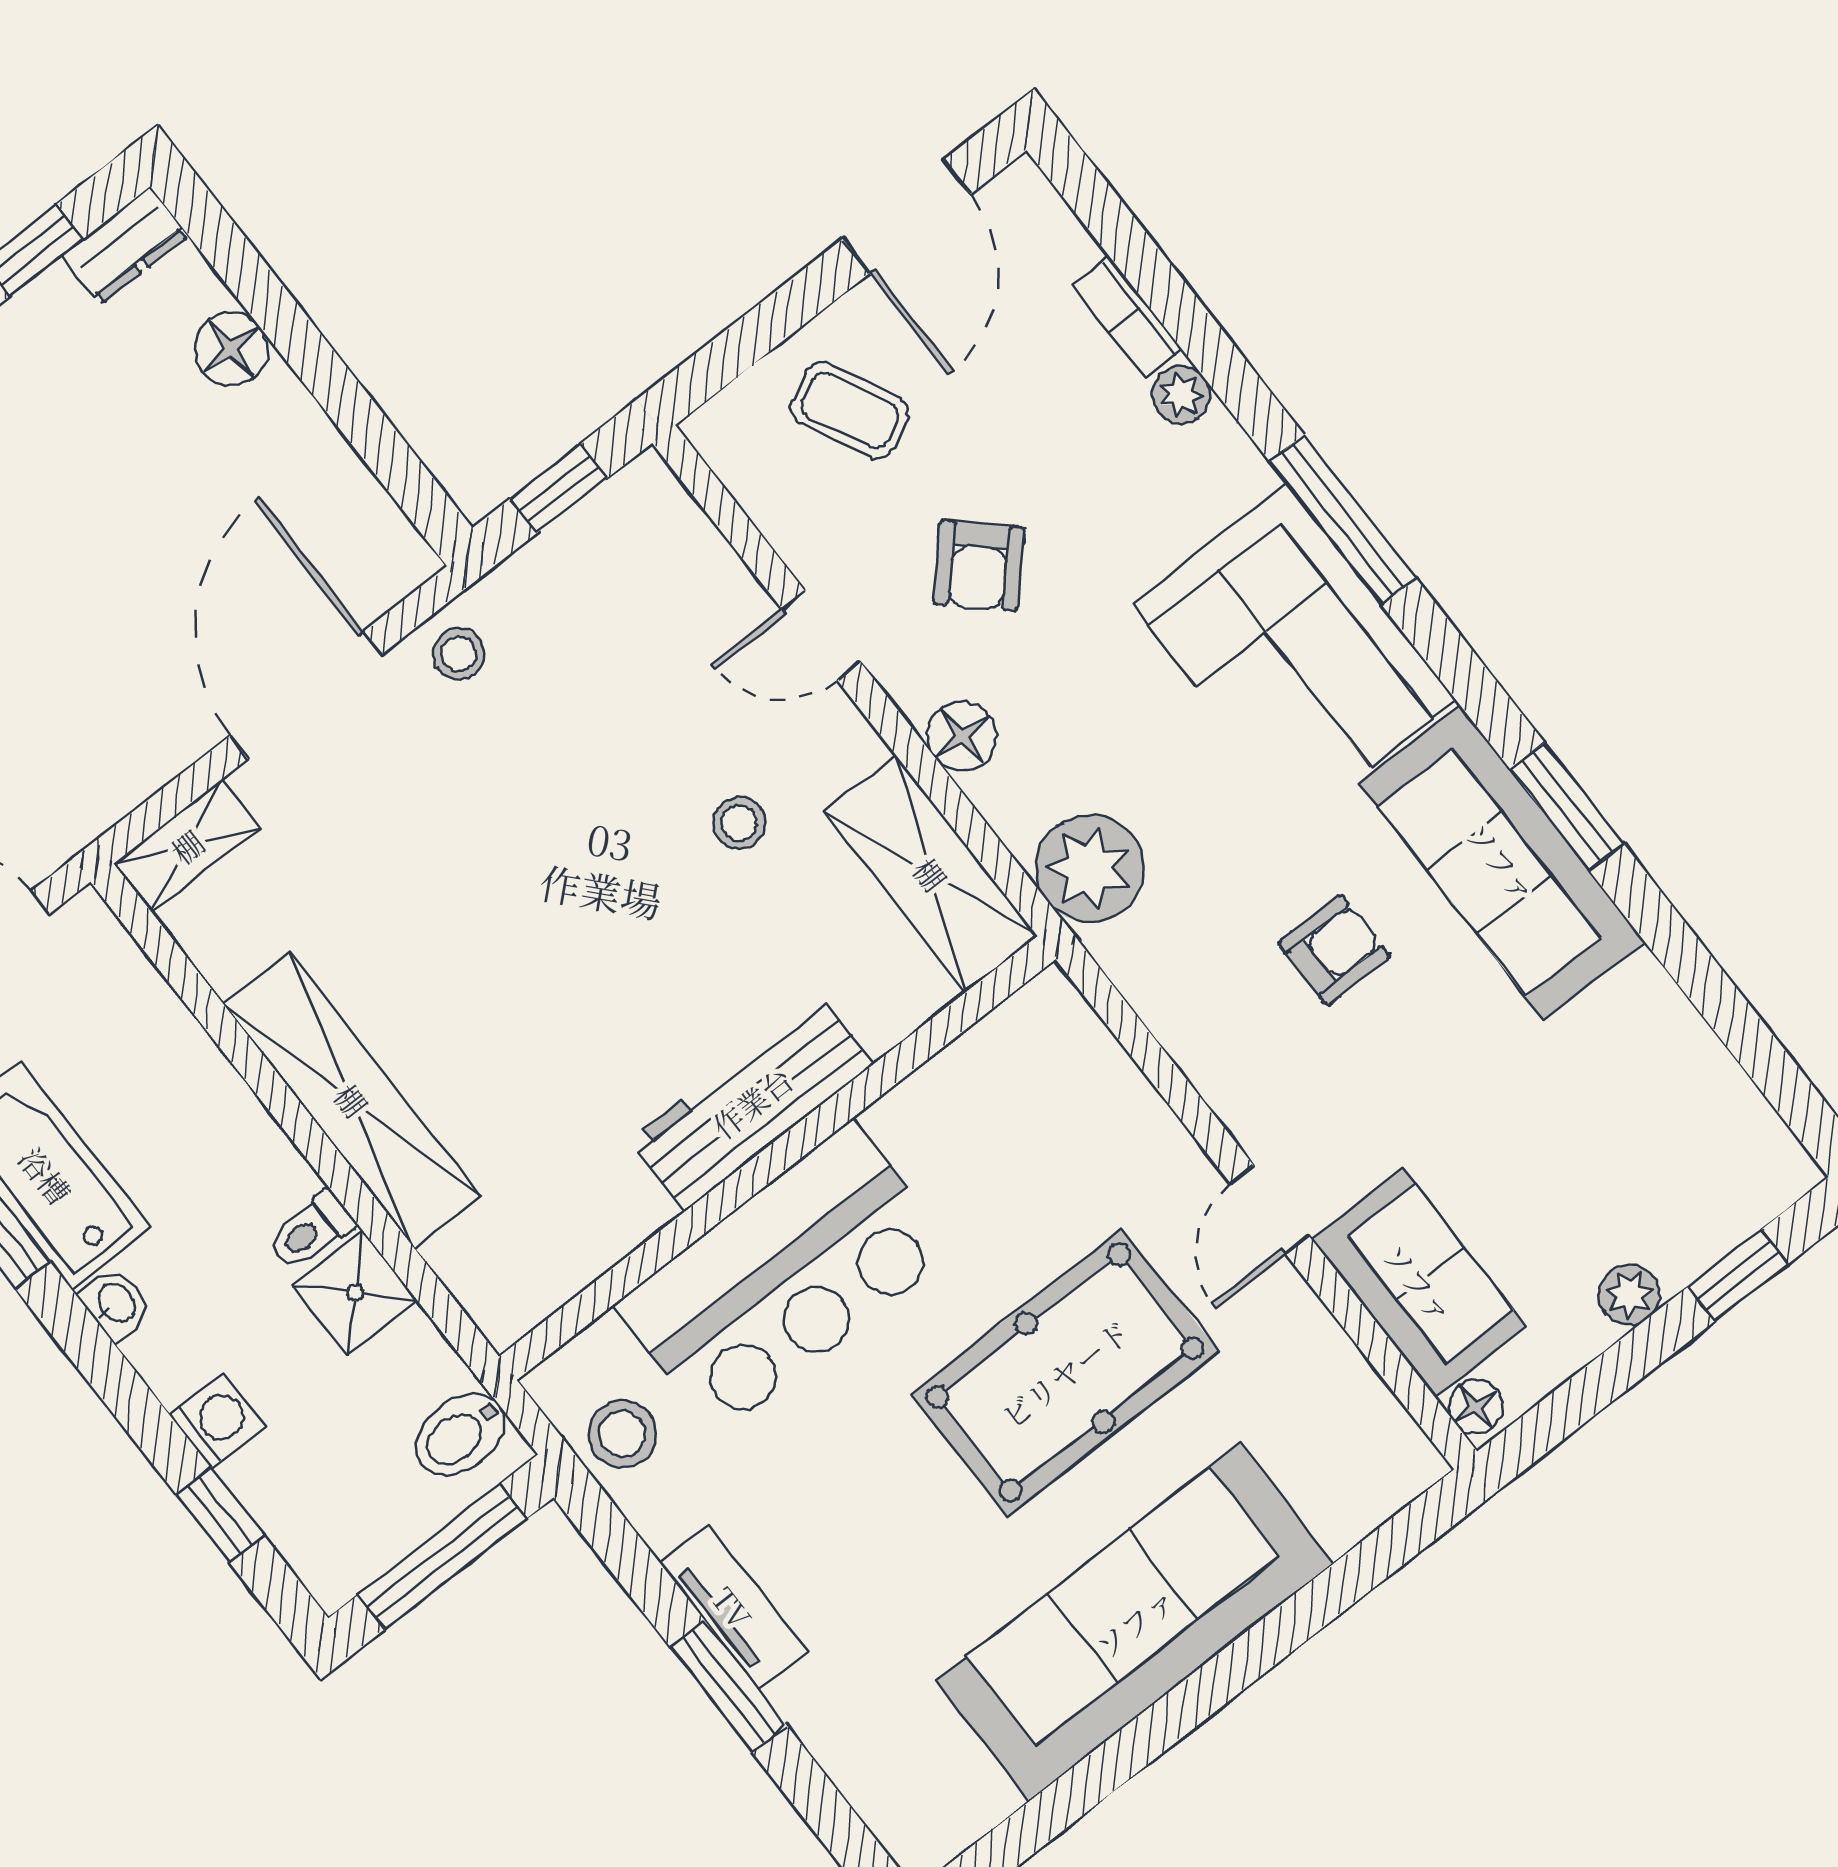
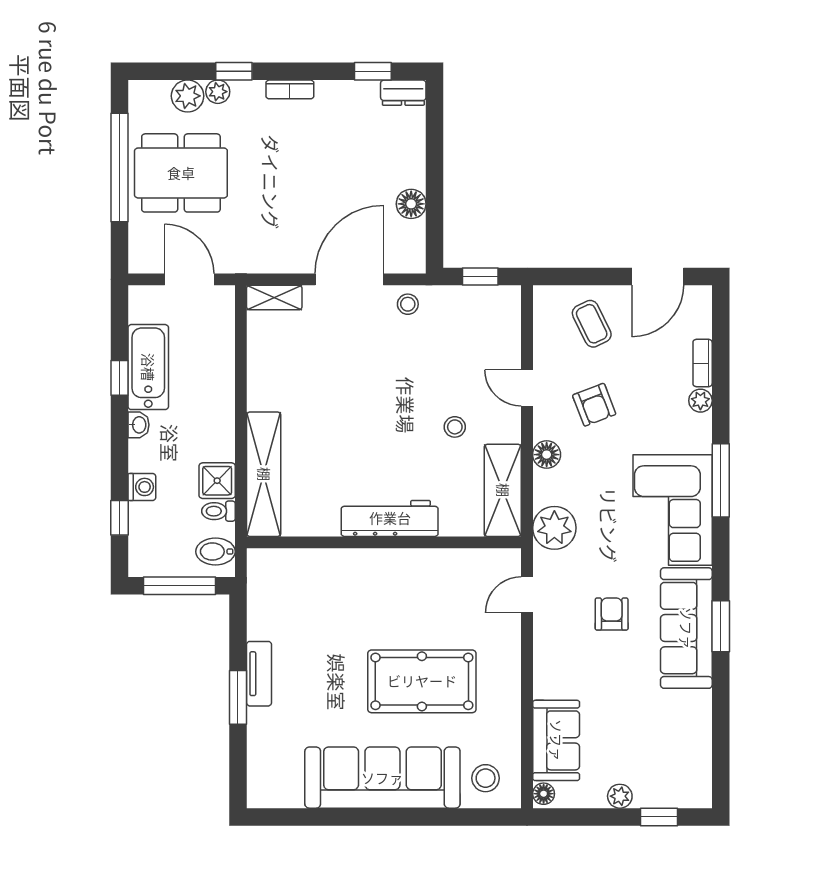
floor lamp: (231, 349) -> (411, 204), moved
armchair: (979, 566) -> (594, 405), turned -64
armchair: (1334, 950) -> (612, 614), turned -90
shelving: (352, 1100) -> (264, 474), moved
door: (1270, 1210) -> (527, 595), moved
toilet: (311, 1231) -> (218, 511), moved
bar counter: (784, 1278) -> (357, 582), removed
stool: (622, 1434) -> (486, 778), moved

